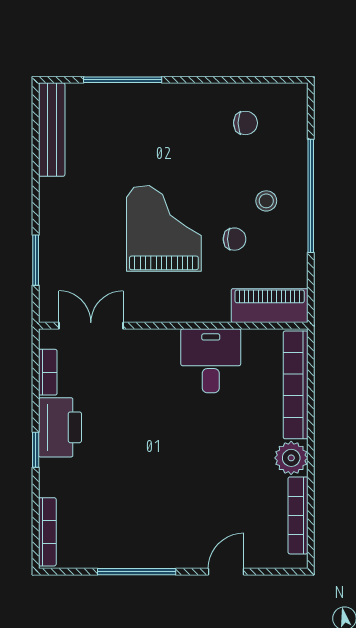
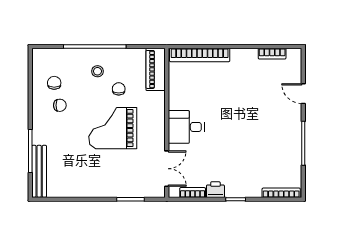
bench: (52, 130) -> (39, 171), moved, turned 90
chair: (205, 133) -> (60, 105), added
double door: (91, 326) -> (167, 169), swing flipped
desk: (211, 361) -> (186, 127), moved
printer: (60, 427) -> (215, 190), width x0.53, depth x0.68
plant: (291, 458) -> (240, 57), removed
bookcase: (298, 515) -> (272, 54), width x0.64

